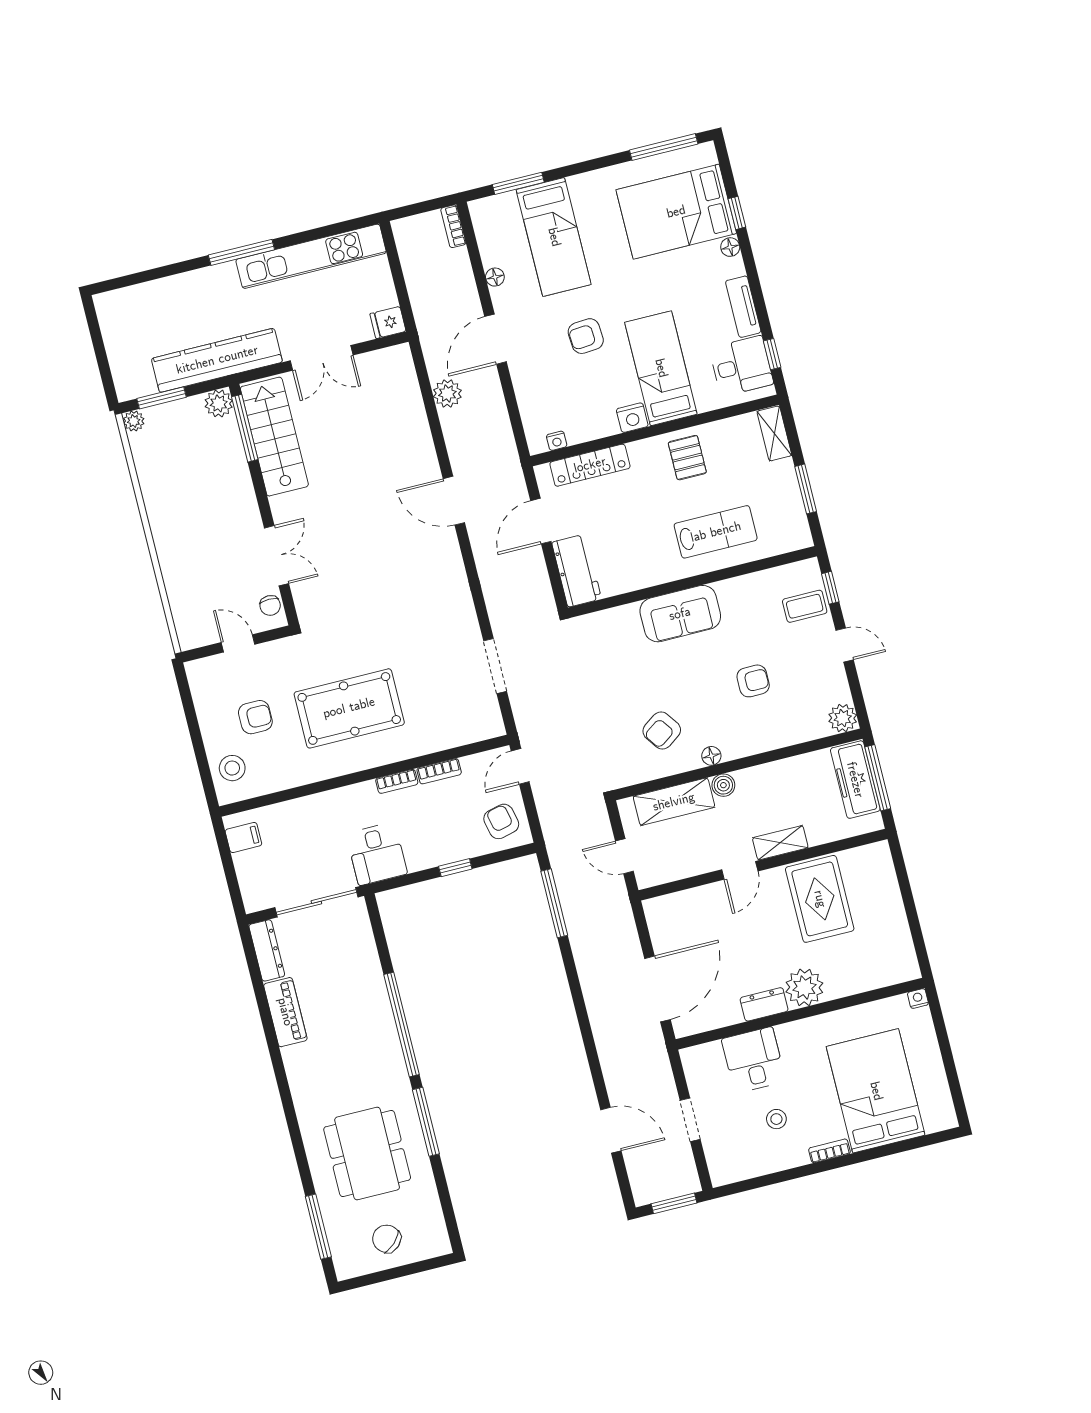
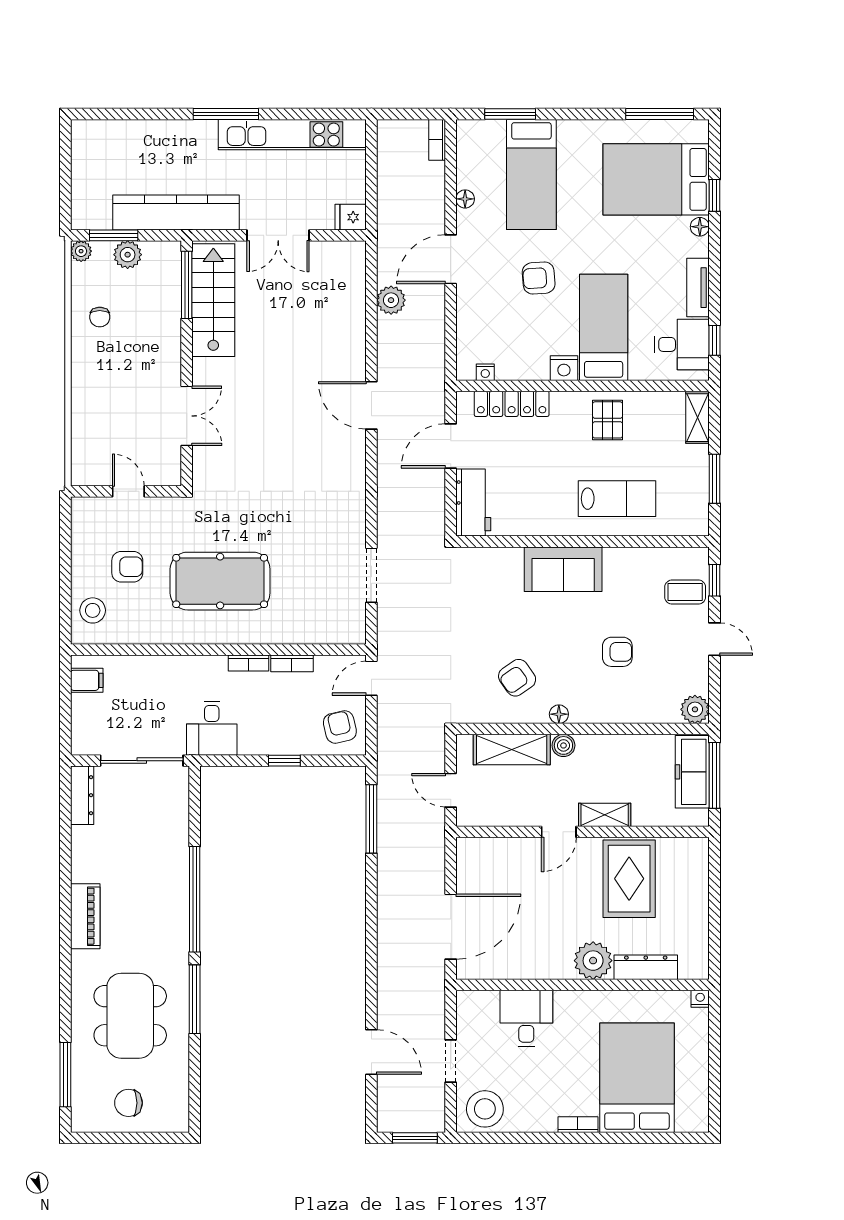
plant: (219, 403) -> (128, 255), moved
chair: (270, 605) -> (100, 317), moved
dresser: (764, 1004) -> (646, 967), moved, width x1.44
piano: (285, 1012) -> (85, 916), moved
stool: (776, 1119) -> (485, 1109), moved, width x1.89, depth x1.89
chair: (387, 1239) -> (128, 1103), turned -46

